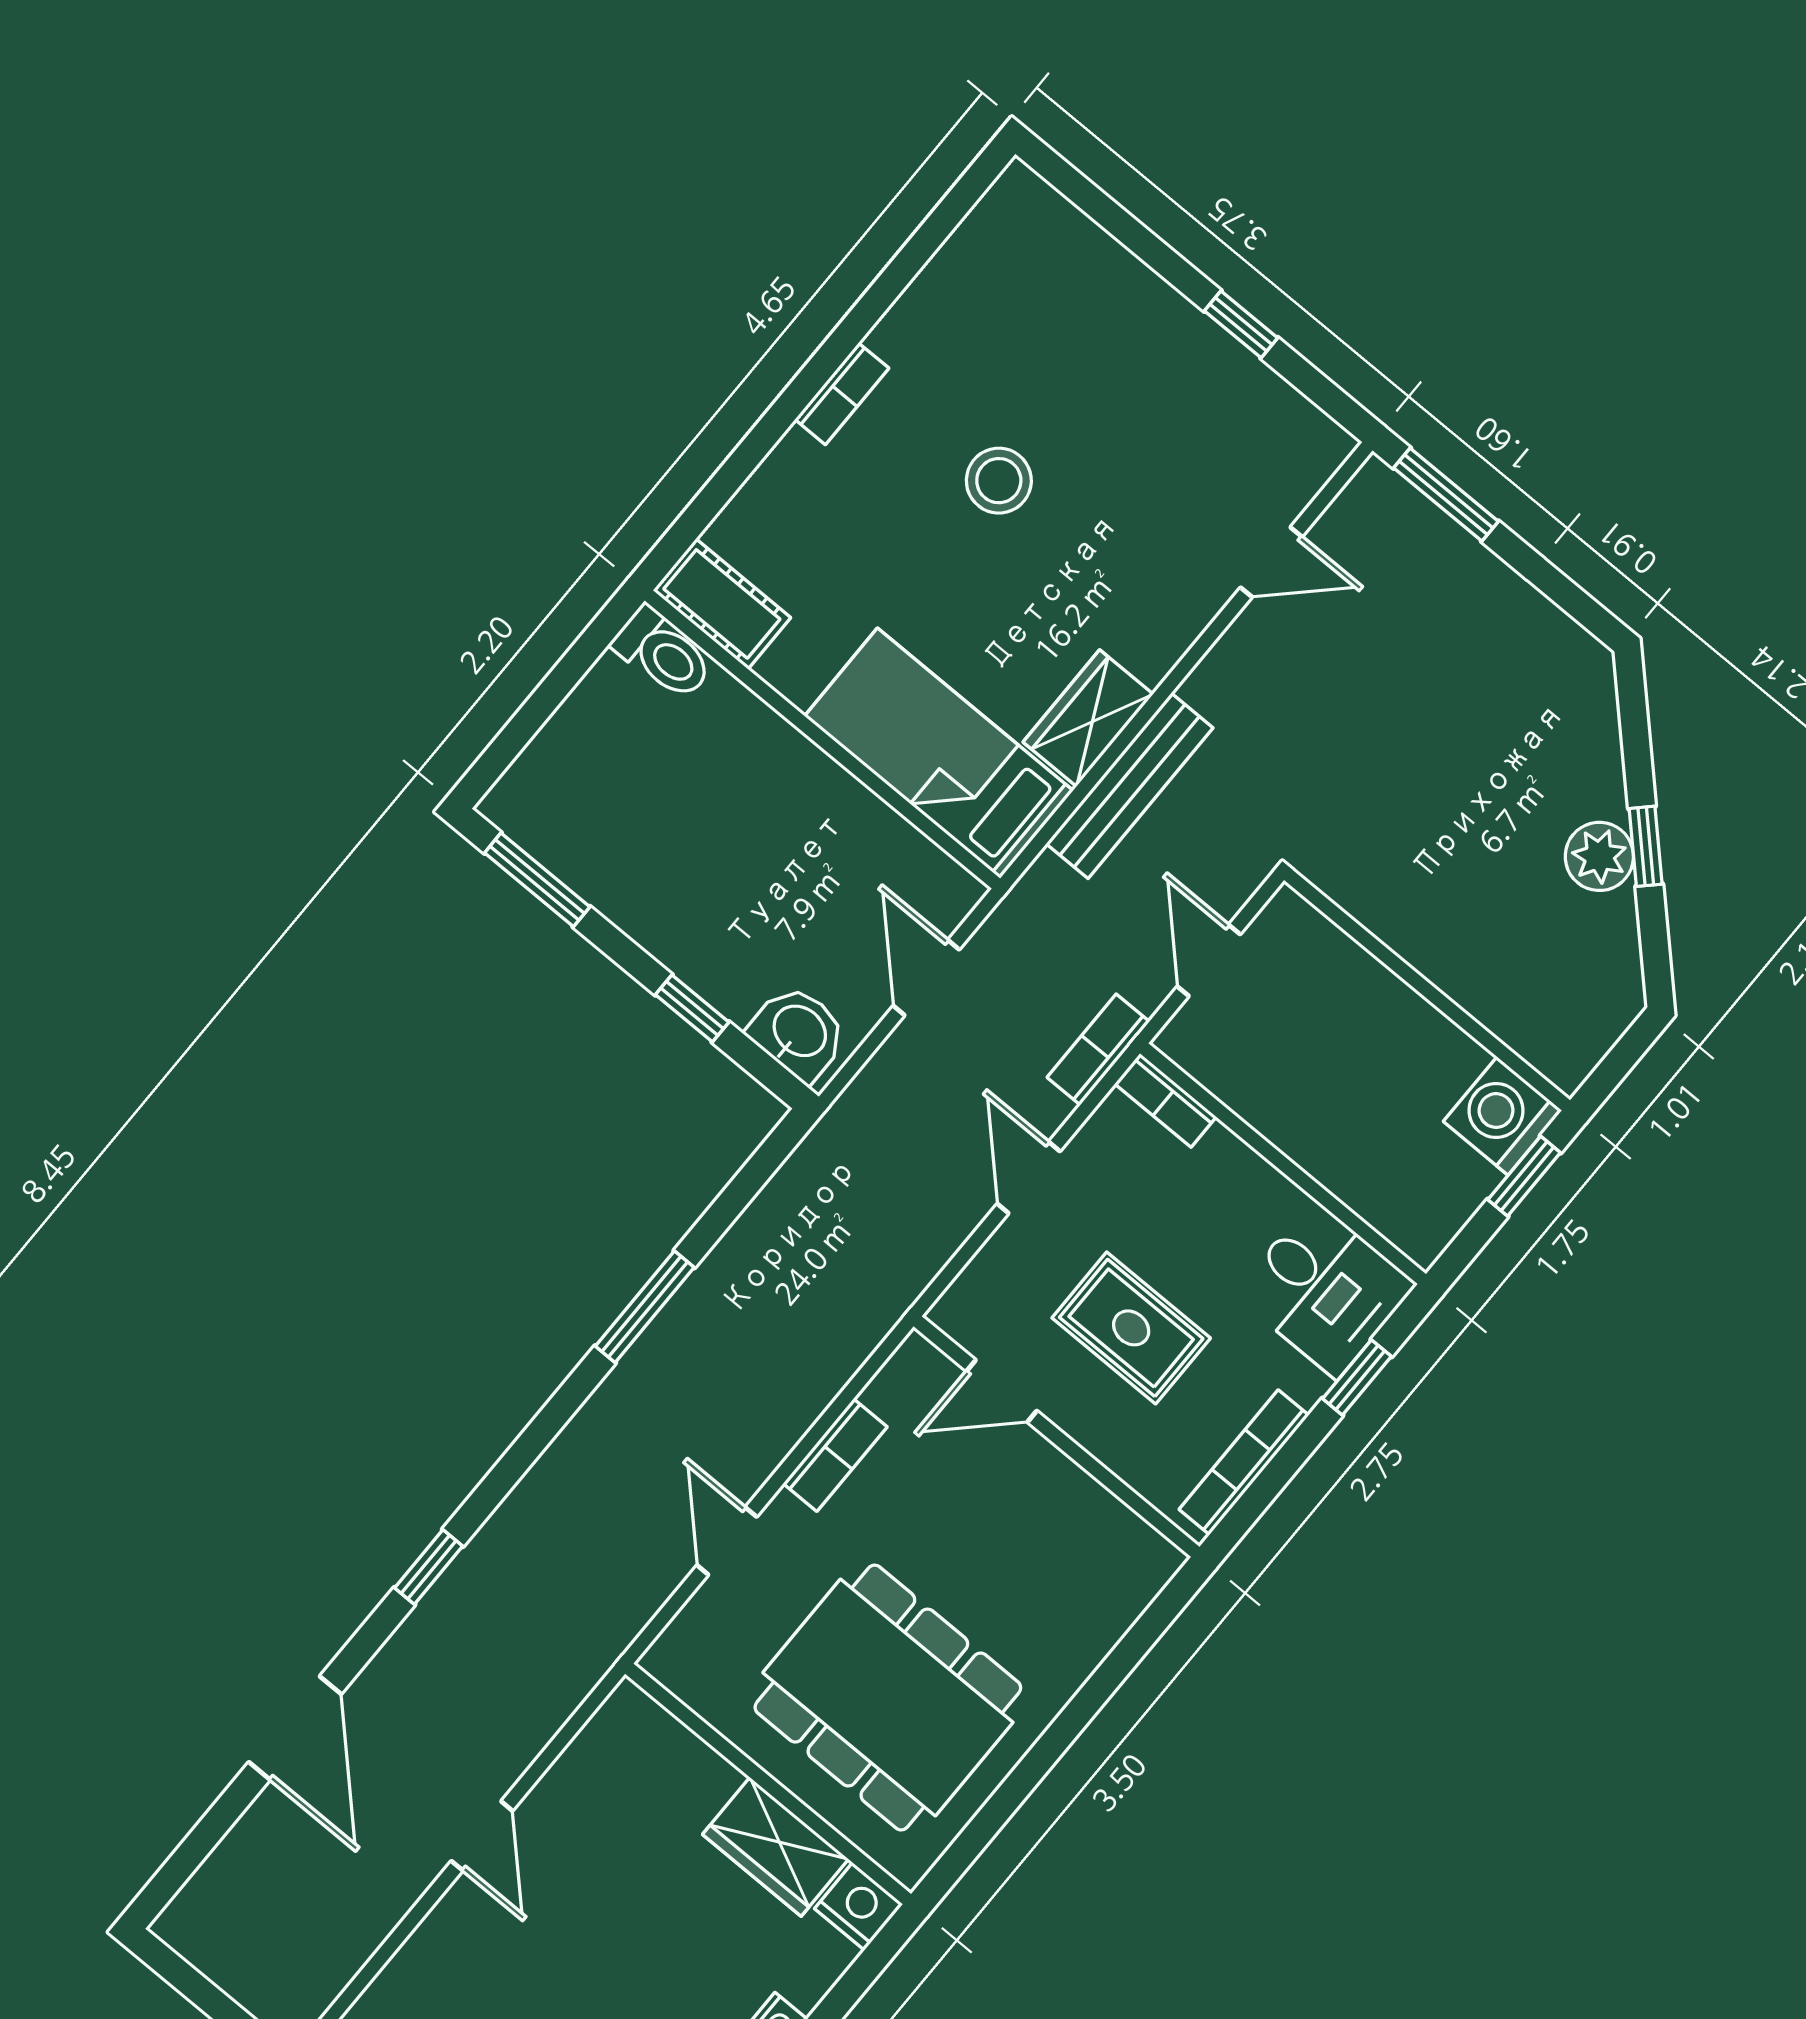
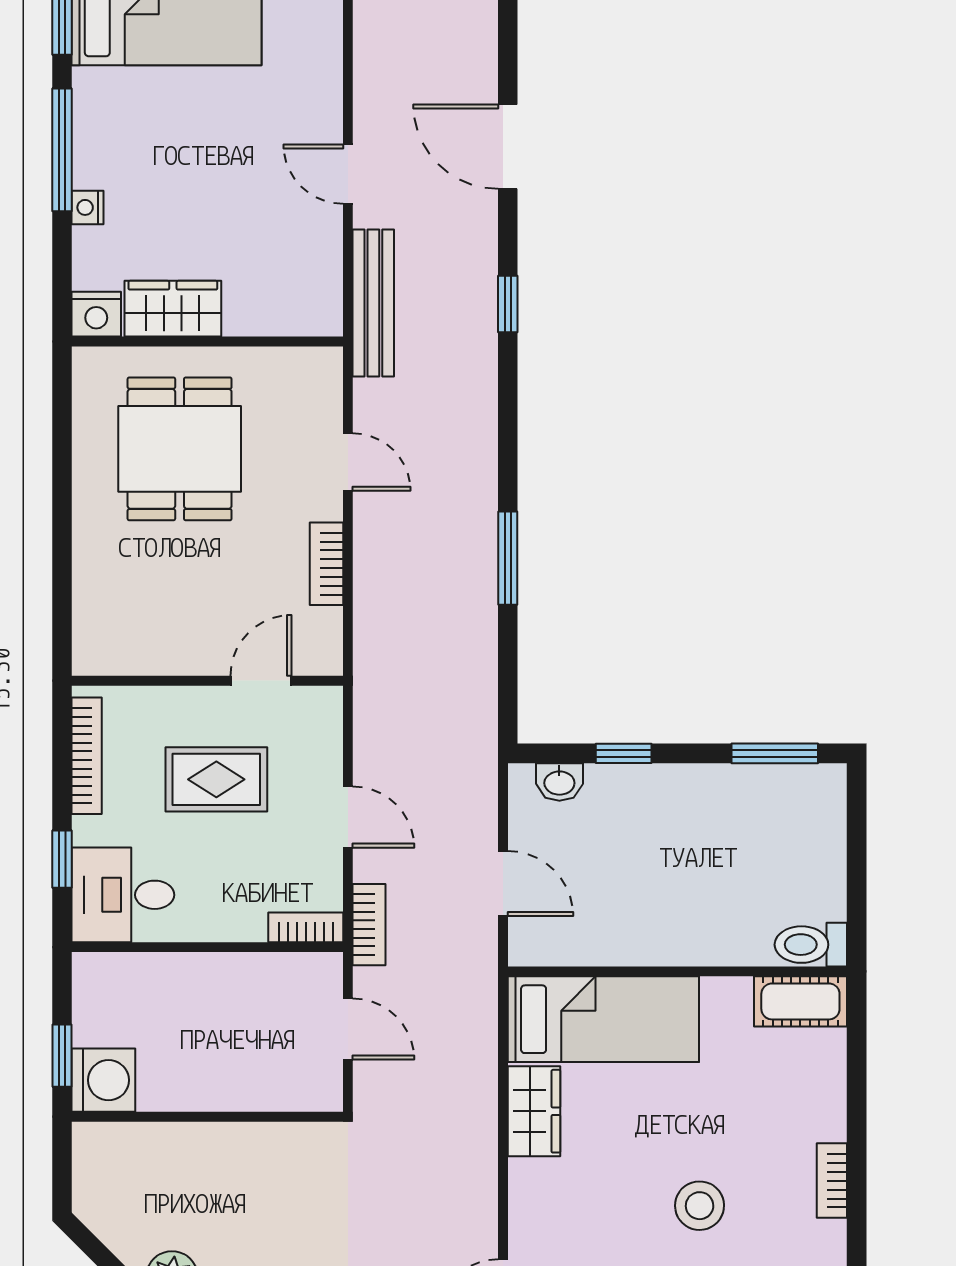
bench: (1130, 786) -> (373, 303), moved
washbasin: (798, 1033) -> (559, 782), width x0.72, depth x0.69
dining table: (888, 1698) -> (180, 449), width x0.73

